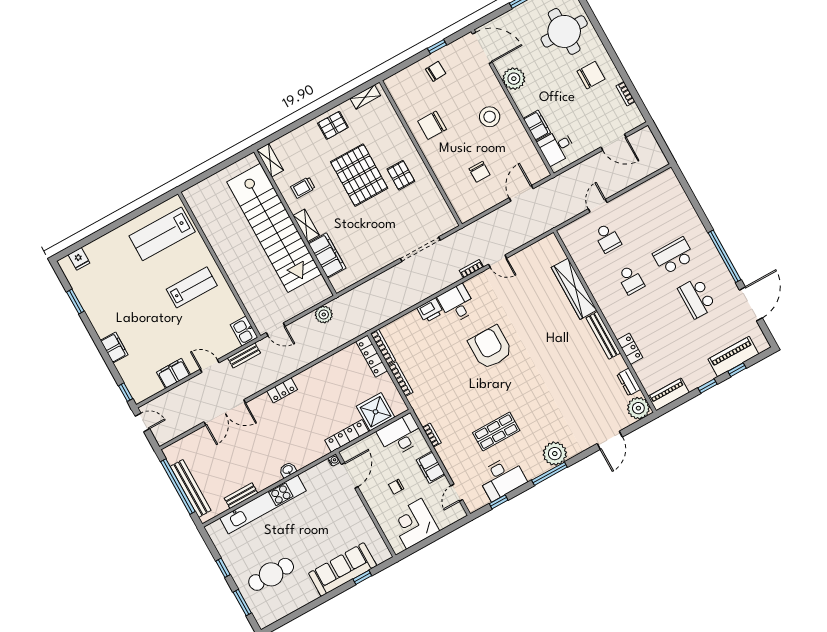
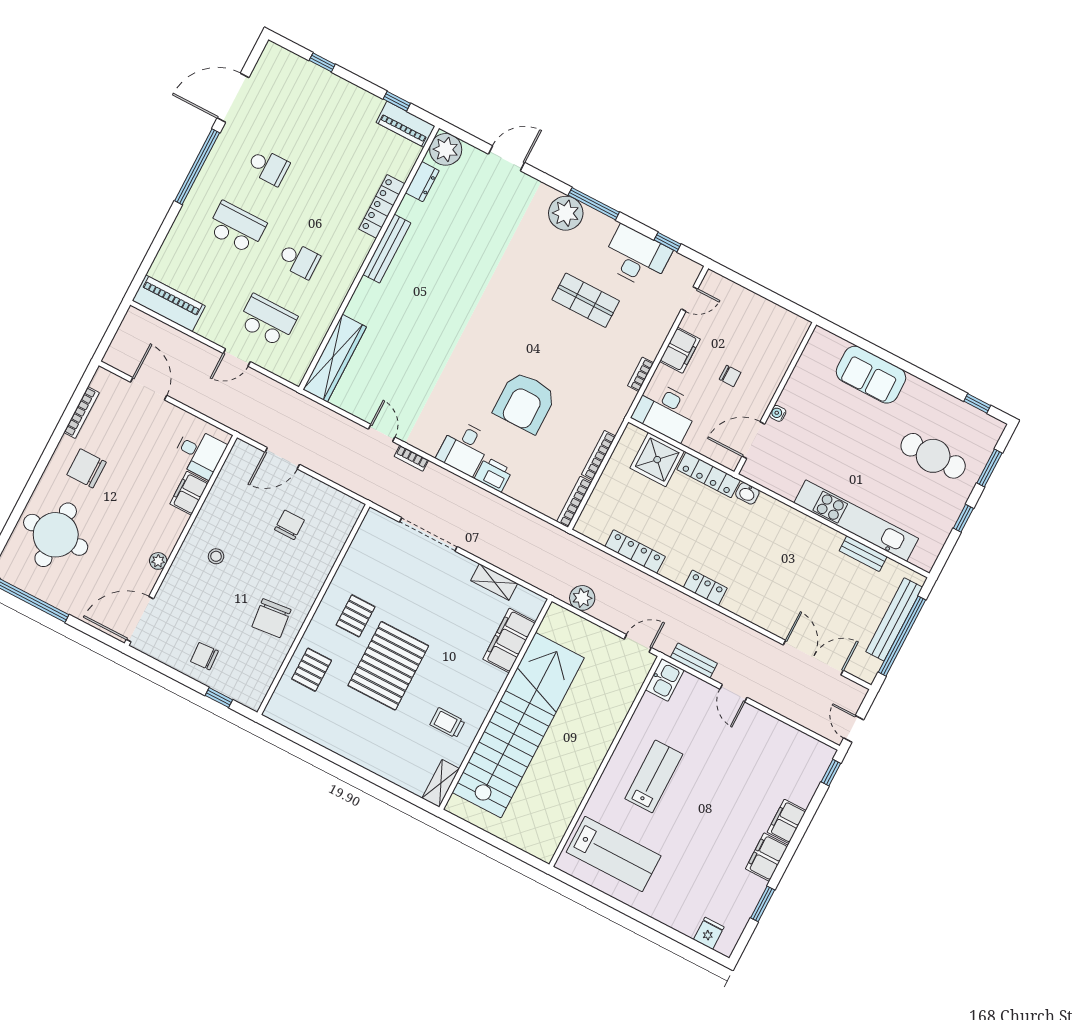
window: (437, 47) -> (219, 698), moved
door: (482, 48) -> (140, 619), hinge flipped
plant: (514, 79) -> (158, 561), width x0.53, depth x0.53
bookcase: (626, 94) -> (81, 413), width x1.56
shelving: (365, 97) -> (290, 720), removed
stool: (490, 117) -> (216, 556), width x0.53, depth x0.53
pallet: (333, 125) -> (312, 670), moved, turned 90
chair: (432, 125) -> (271, 618), turned 84
trolley: (303, 187) -> (447, 723), turned 180
shelving: (306, 225) -> (494, 582), moved, turned 90
school desk: (607, 238) -> (267, 321), width x1.85
school desk: (674, 256) -> (237, 227), turned 180
school desk: (631, 280) -> (299, 260), turned 90
lab bench: (192, 287) -> (654, 776), turned 90
wardrobe: (574, 289) -> (335, 358), moved
school desk: (697, 298) -> (268, 167), width x0.54
door: (276, 329) -> (638, 643), hinge flipped
armchair: (490, 347) -> (525, 402), moved
locker: (630, 349) -> (382, 206), width x1.53
locker: (372, 356) -> (635, 552), moved, turned -90
piano: (733, 357) -> (169, 303), moved, turned 180
filing cabinet: (173, 373) -> (767, 857), moved, turned 90
window: (708, 386) -> (397, 101), moved
double door: (225, 412) -> (813, 658), moved
water cooler: (334, 460) -> (778, 413), moved
washbasin: (288, 470) -> (747, 493), moved
corner desk: (414, 524) -> (760, 326), removed
sofa: (343, 569) -> (871, 375), width x0.73
window: (362, 577) -> (977, 403), moved

